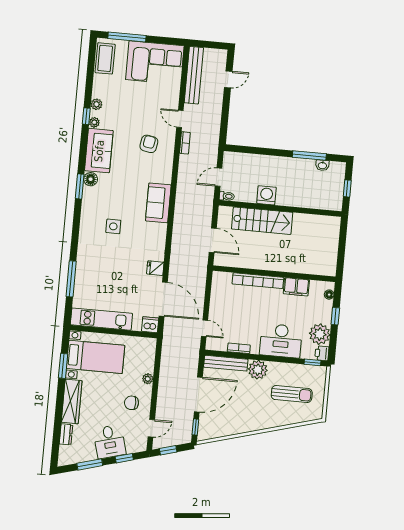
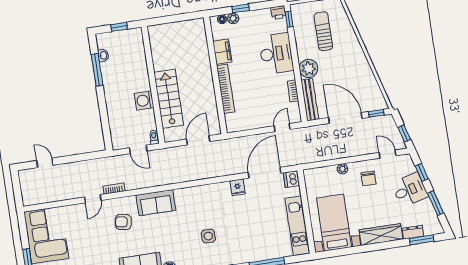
bench: (194, 75) -> (49, 196), removed
sofa: (158, 203) -> (156, 203), moved
plant: (320, 334) -> (233, 18), moved, width x0.53, depth x0.53
window: (63, 366) -> (422, 240), moved

